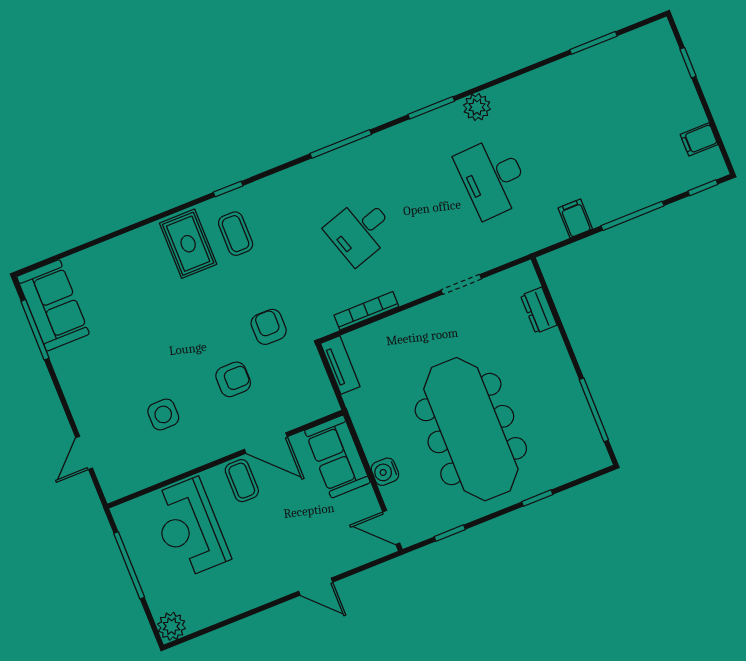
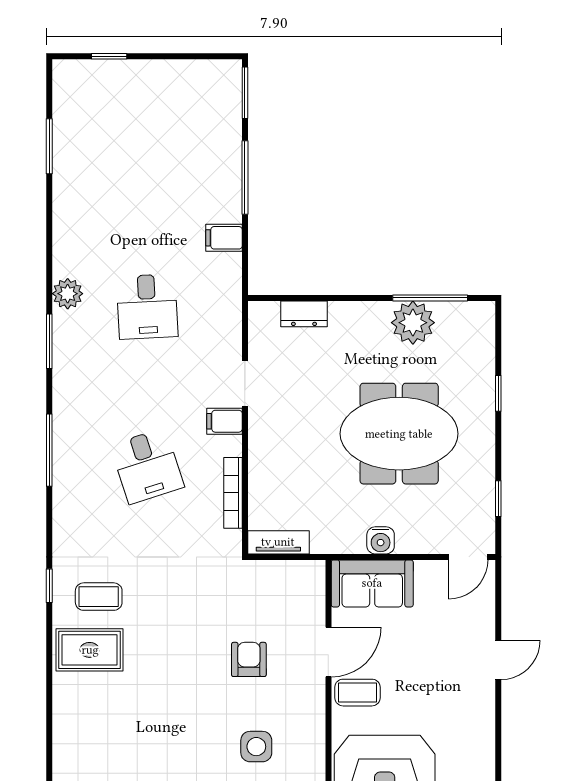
filing cabinet: (699, 139) -> (225, 421), moved, turned 90
desk: (493, 178) -> (147, 307), width x0.73
window: (703, 188) -> (245, 93), width x1.50
armchair: (269, 327) -> (209, 601), removed
plant: (568, 404) -> (413, 323), added
meeting table: (471, 429) -> (399, 434), width x0.73
water cooler: (385, 472) -> (381, 540), moved

